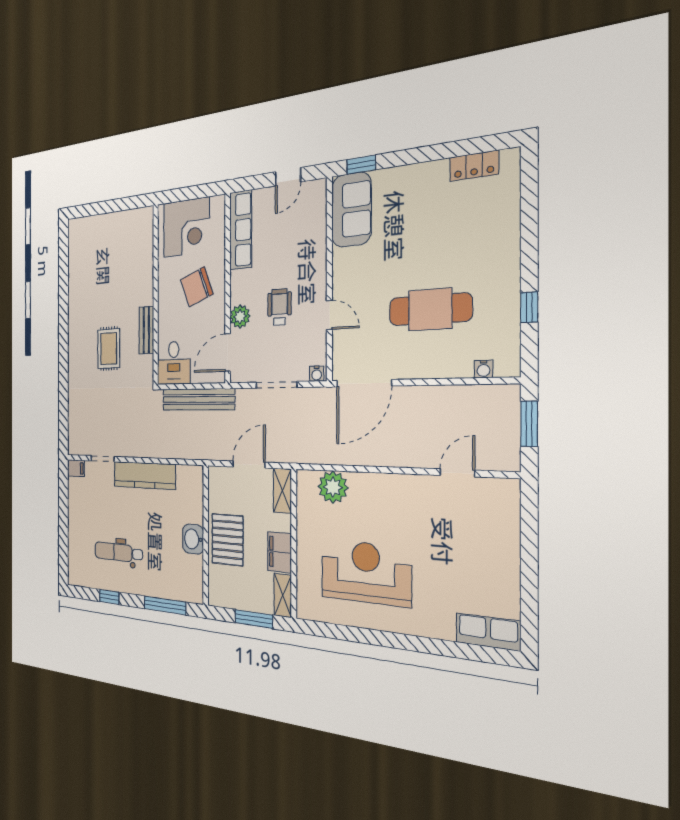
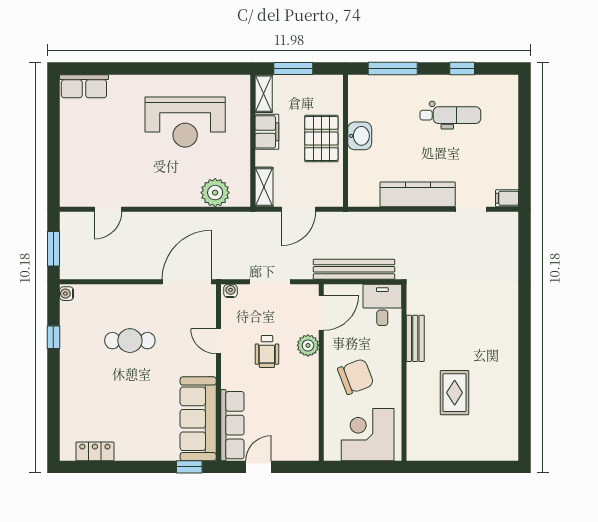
sofa: (351, 210) -> (198, 419), width x1.36
row of seats: (241, 230) -> (232, 425), moved, turned 180
cafe table: (430, 309) -> (130, 341), width x0.73, depth x0.74
rug: (109, 349) -> (455, 393), moved
water cooler: (483, 369) -> (67, 294), moved, turned -90

